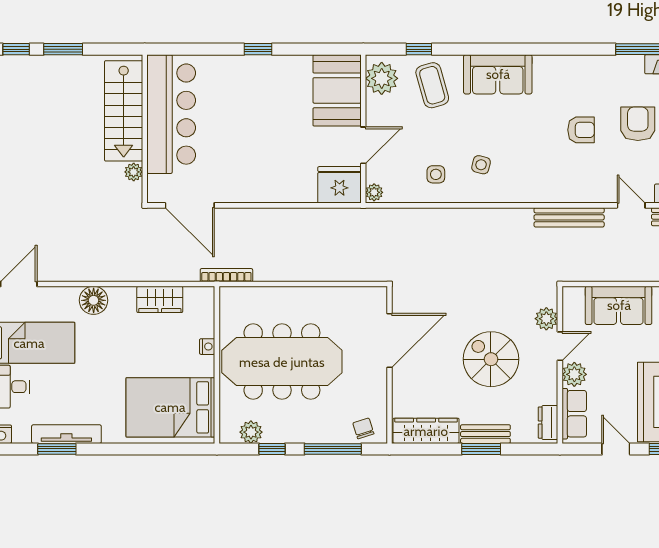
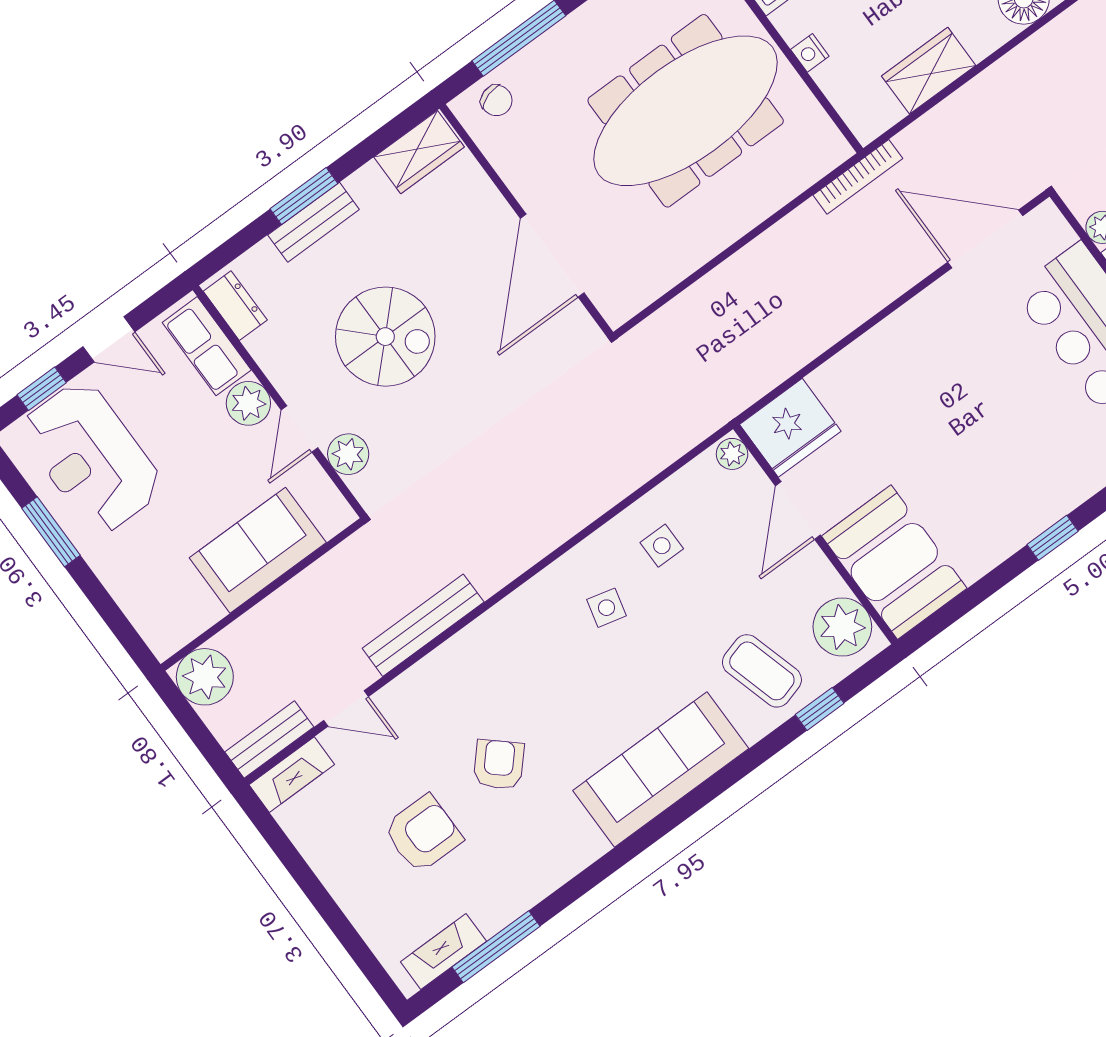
sofa: (498, 74) -> (661, 770), width x1.36
armchair: (638, 124) -> (423, 834), turned -90
armchair: (581, 130) -> (499, 765), turned 132
wardrobe: (426, 431) -> (419, 152), width x0.67

